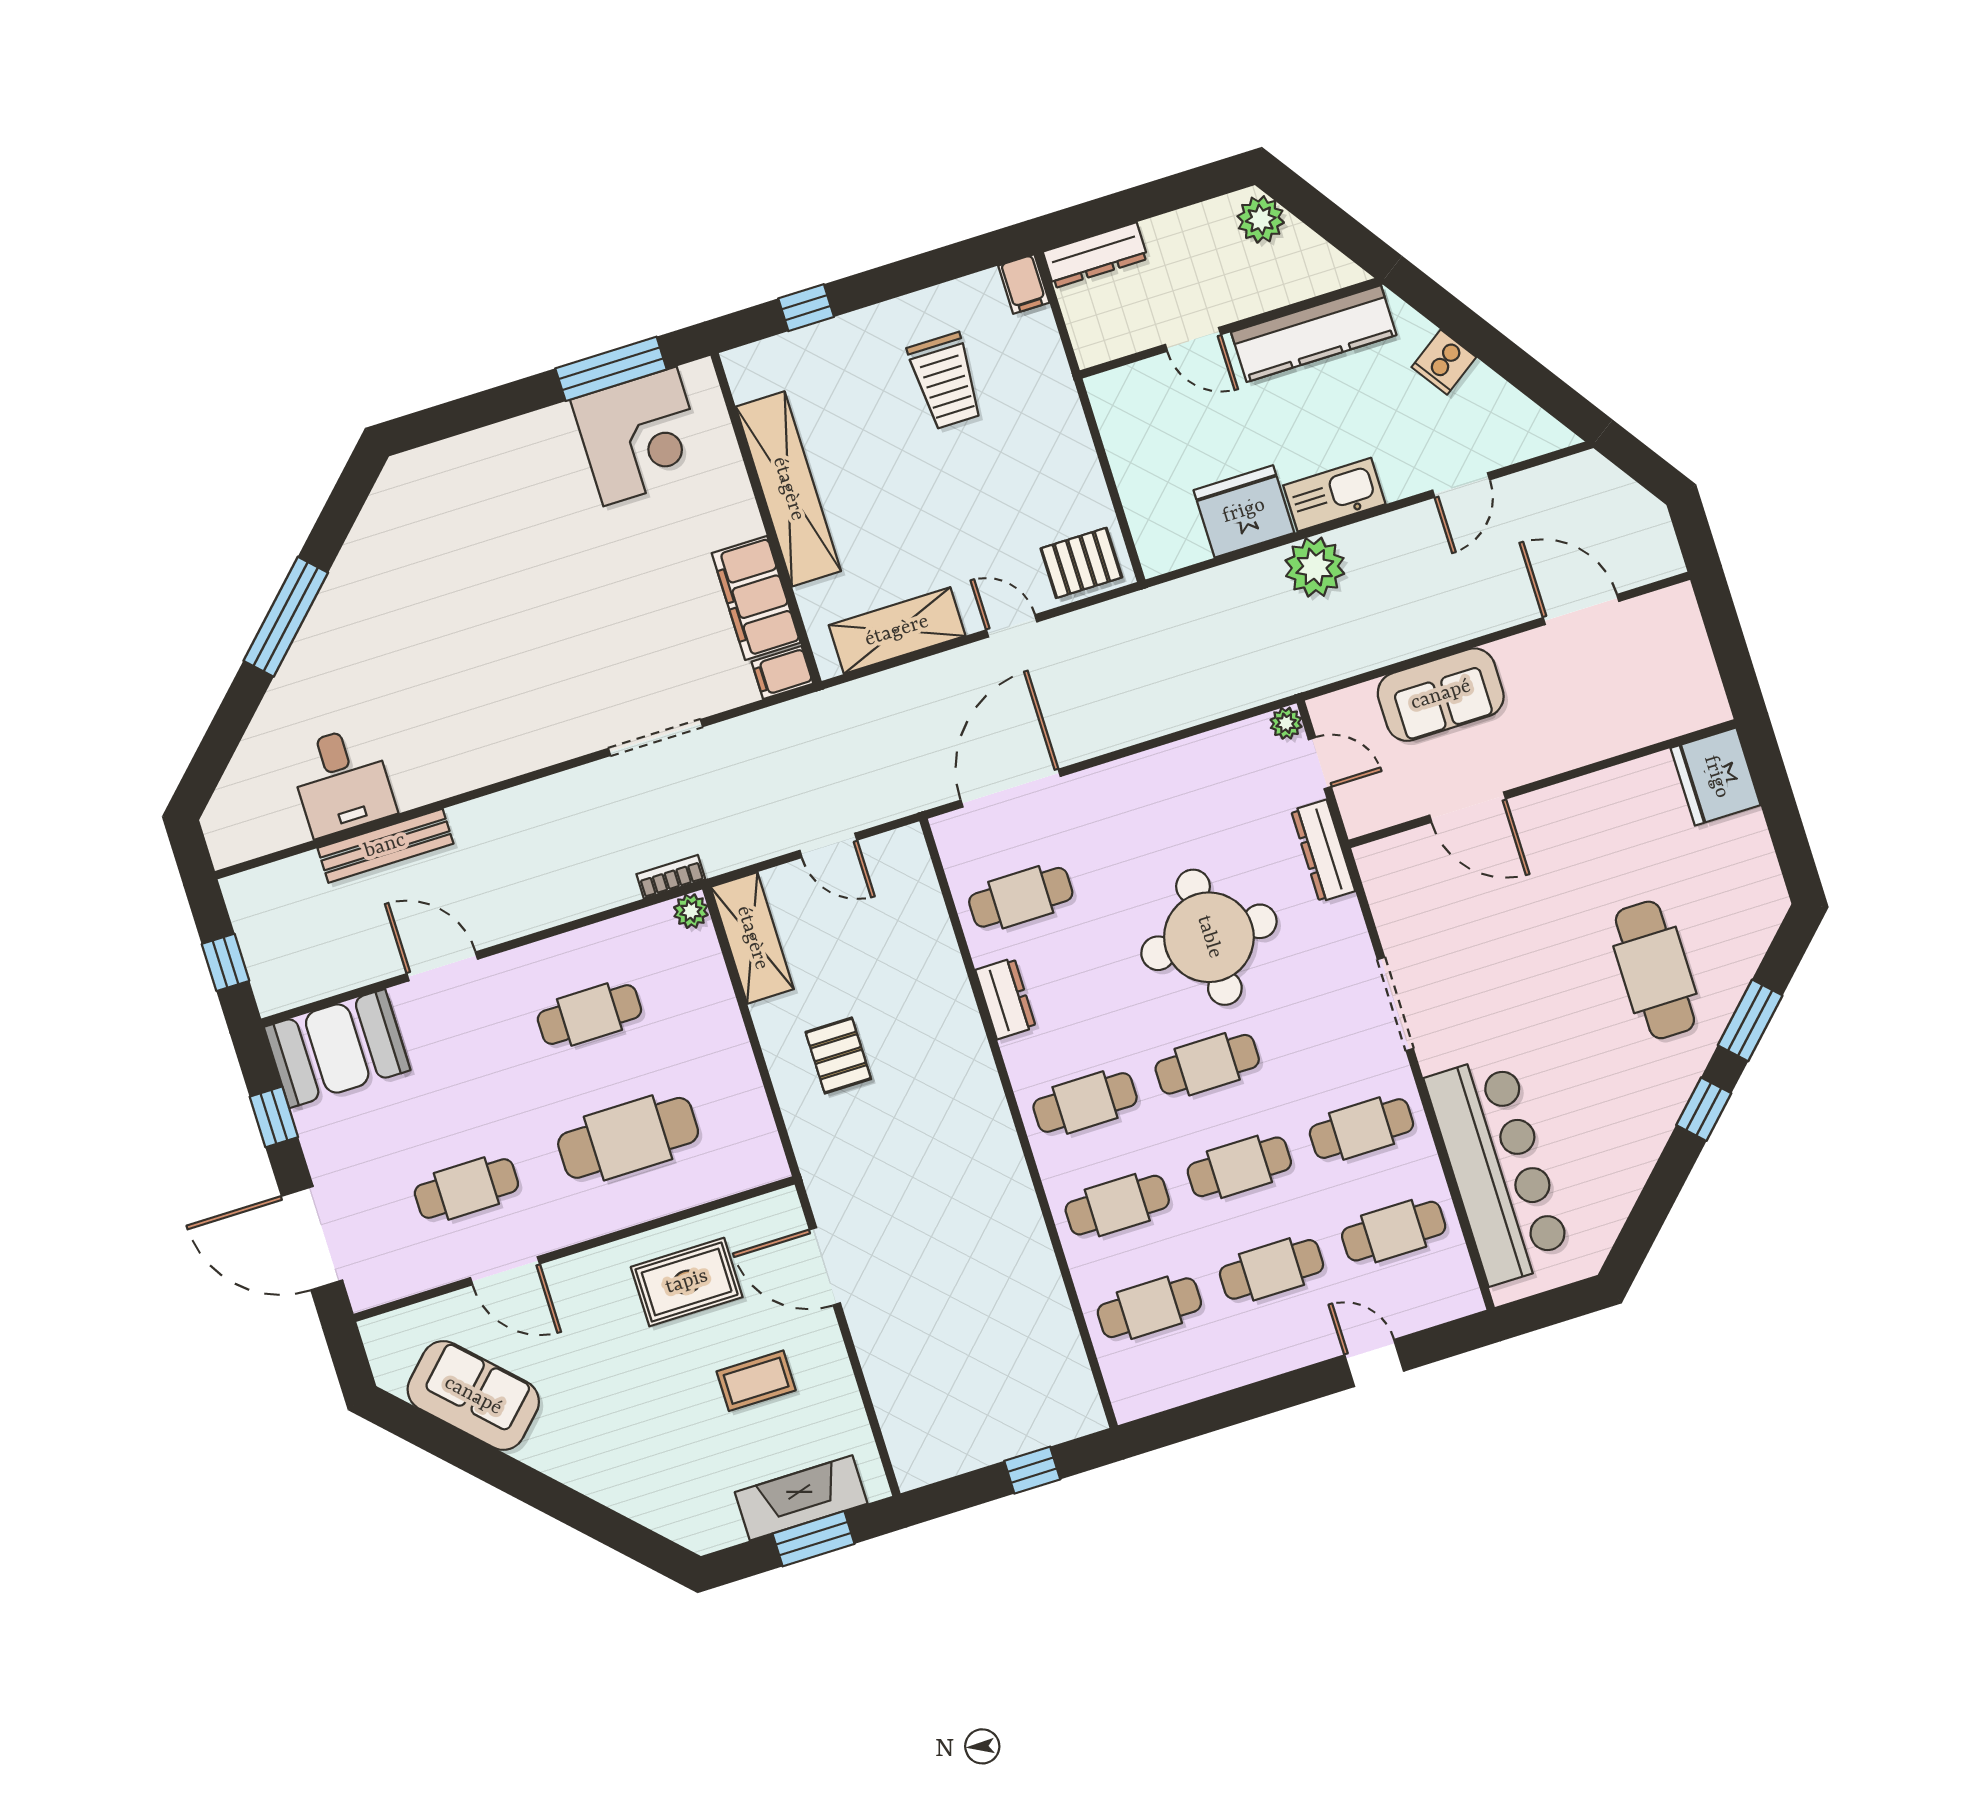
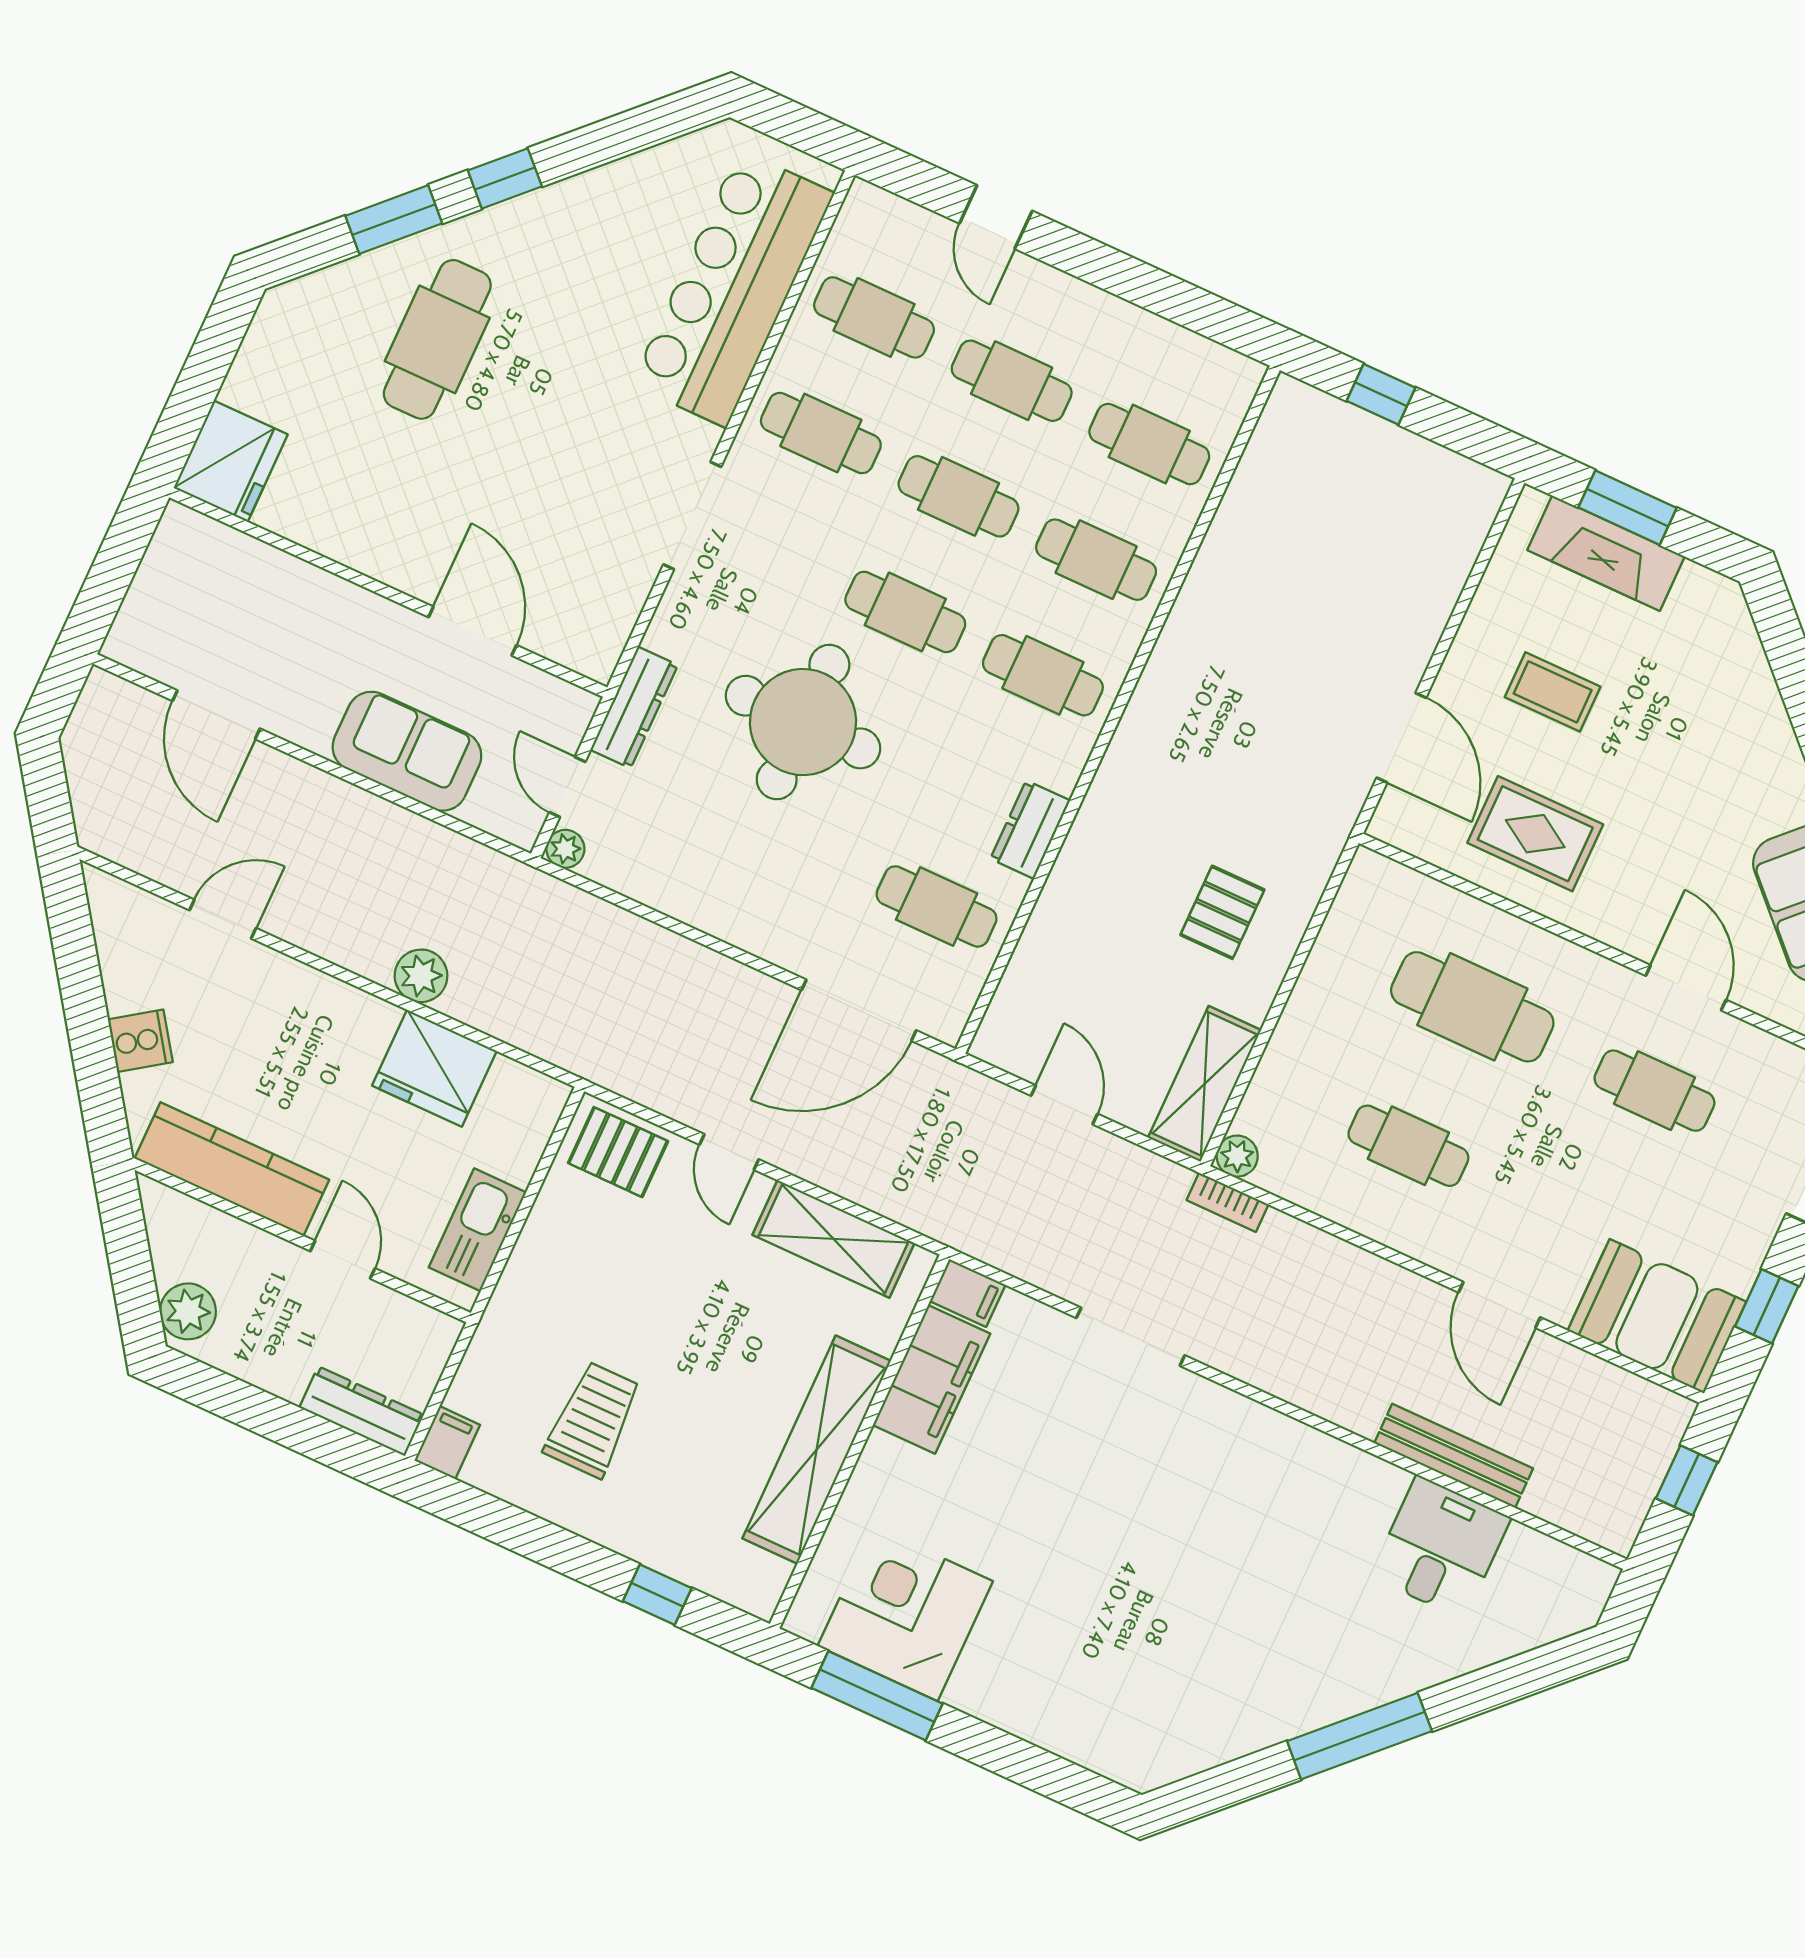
kitchen sink: (1334, 495) -> (478, 1230), moved, turned 90
plant: (1315, 567) -> (421, 976), width x0.73, depth x0.73

